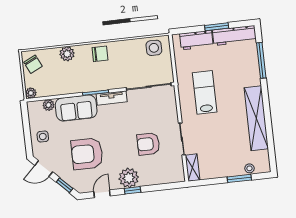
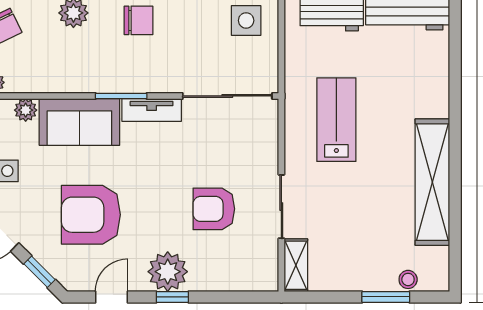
window: (261, 60) -> (455, 69), removed

